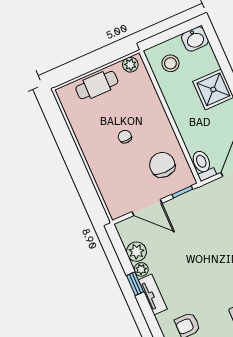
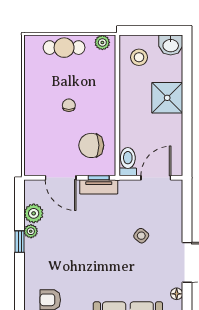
chair: (162, 165) -> (91, 145), turned -90
tv unit: (153, 294) -> (99, 187), moved, turned 90

